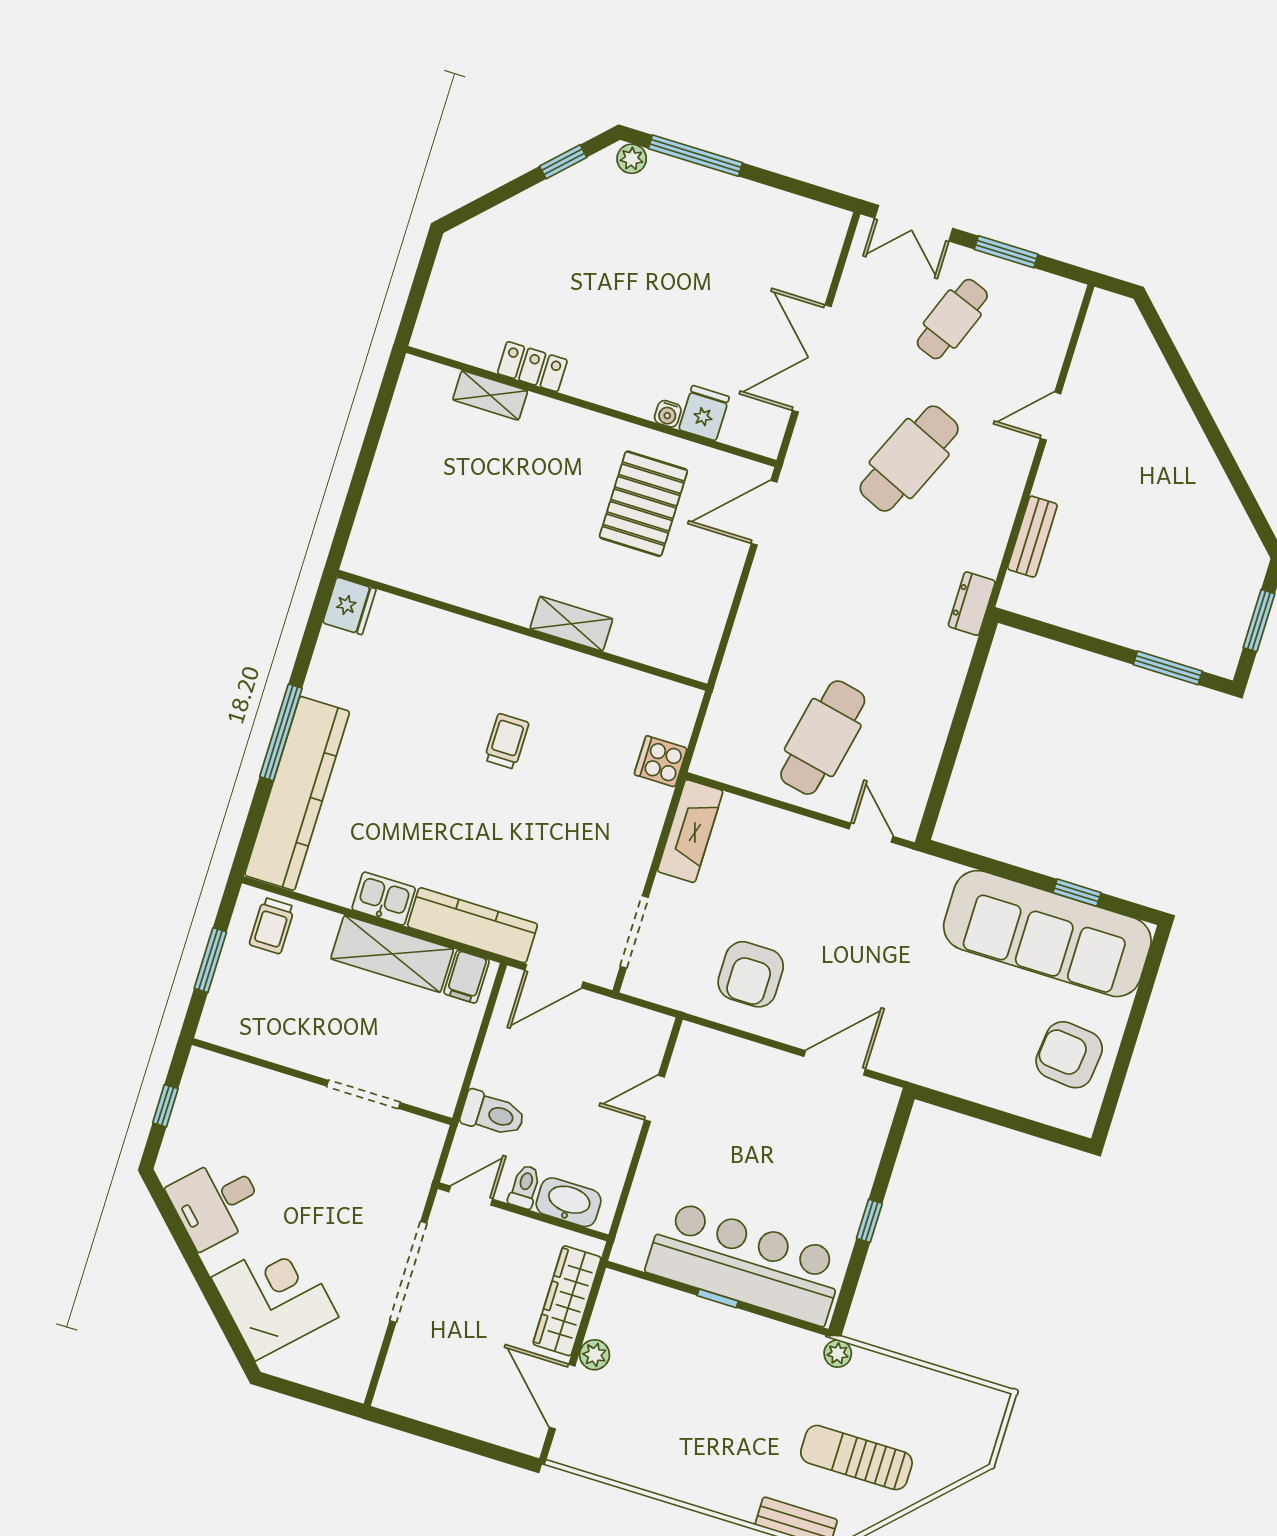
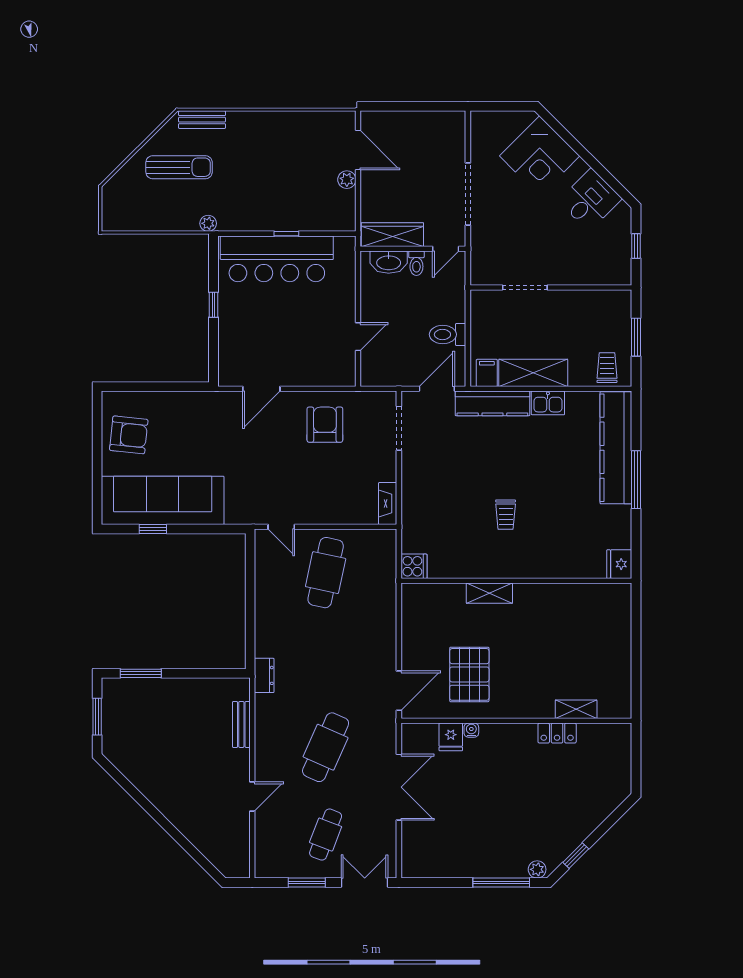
cooker: (661, 761) -> (414, 566), moved
fireplace: (690, 831) -> (388, 504), width x0.73, depth x0.76
toilet: (493, 1114) -> (448, 334), moved
wardrobe: (567, 1301) -> (392, 235), moved, turned -90

